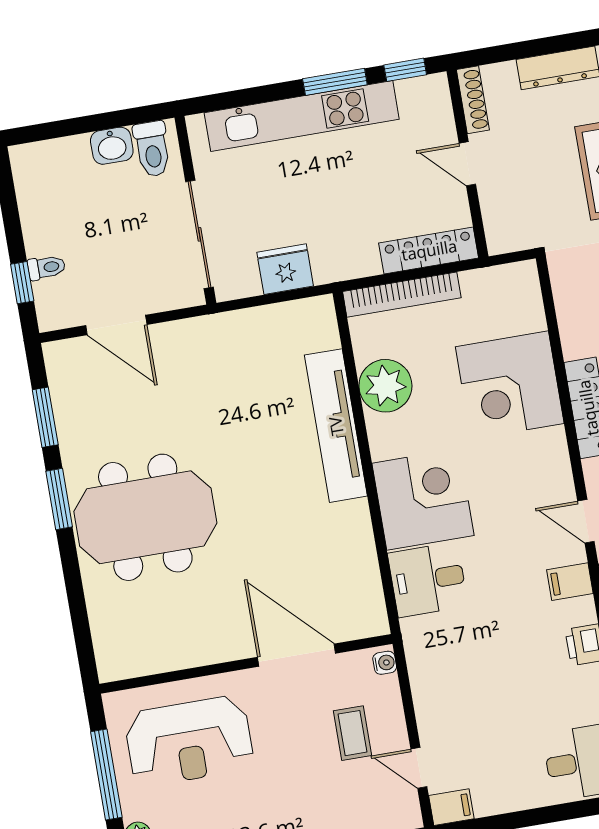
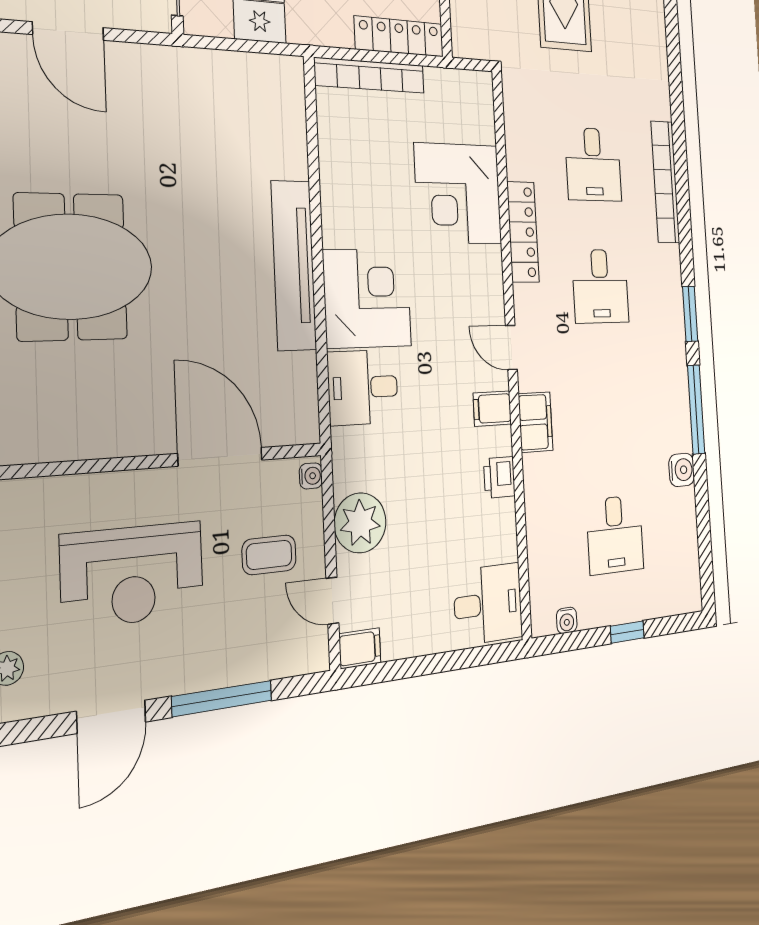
plant: (385, 386) -> (360, 523), moved
tv unit: (336, 426) -> (294, 265), moved
coffee table: (353, 733) -> (269, 555), turned 90
reception desk: (189, 741) -> (133, 575), moved

